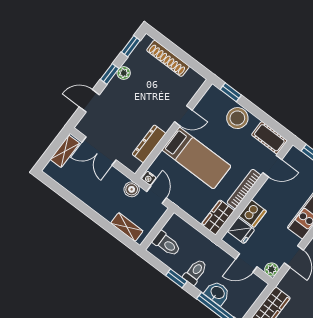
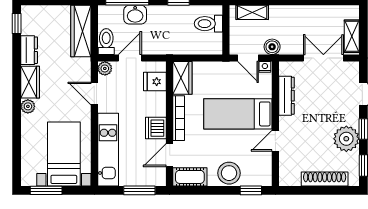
plant: (124, 73) -> (346, 139), width x1.88, depth x1.88
dishwasher: (253, 214) -> (156, 128), moved
toilet: (195, 272) -> (106, 42), moved, turned 180

